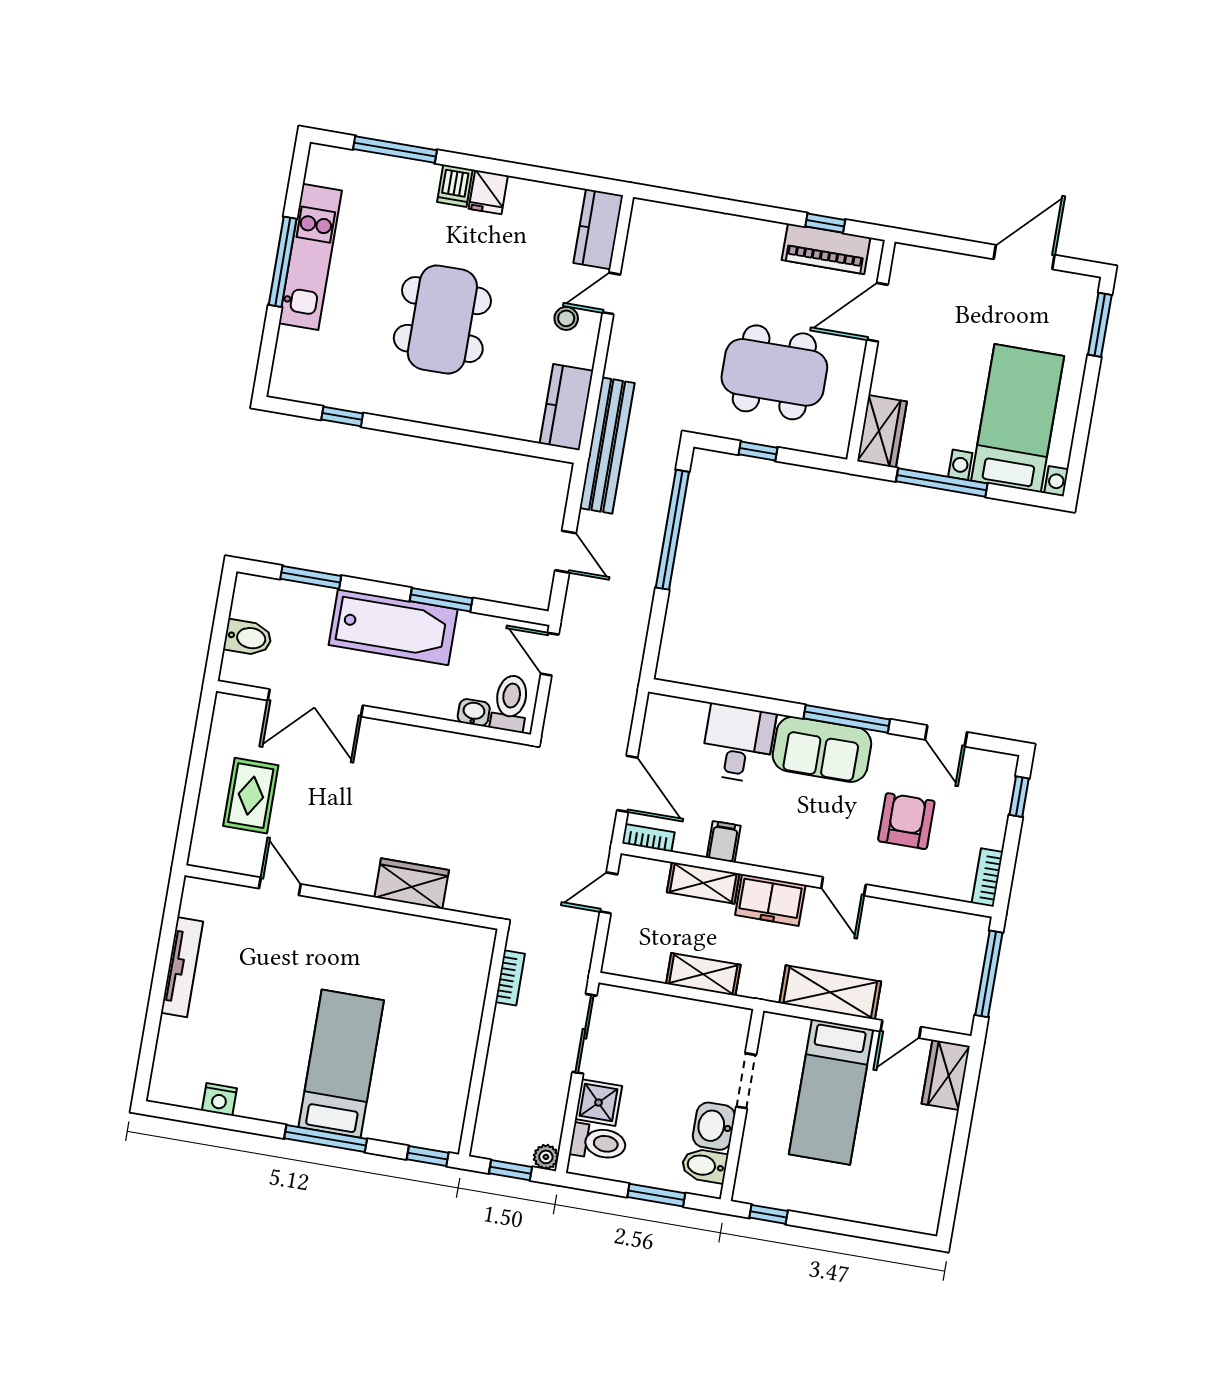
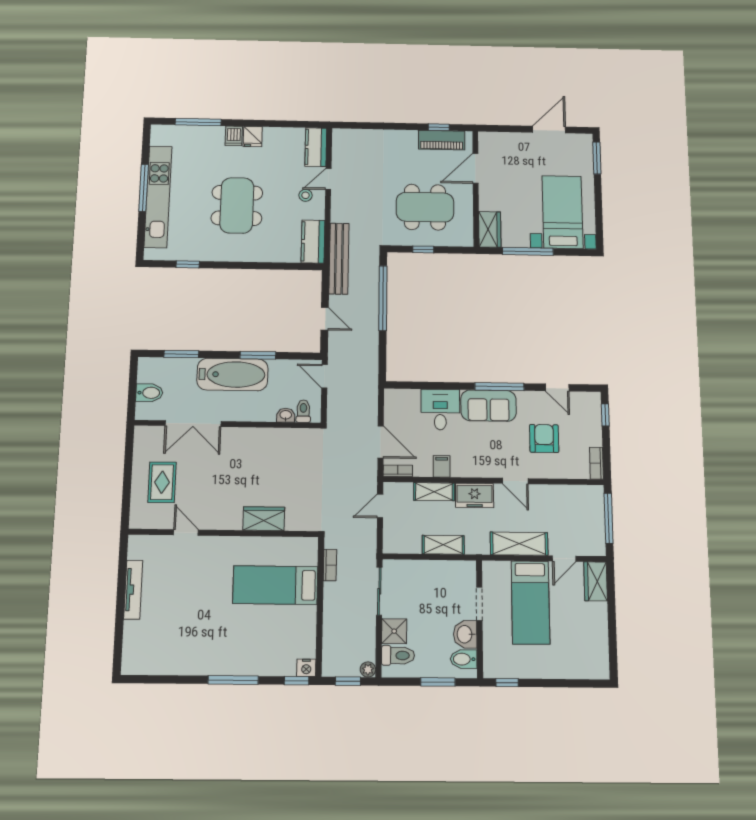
kitchen unit: (310, 257) -> (158, 197), width x1.36
toilet: (510, 703) -> (303, 411), width x0.73, depth x0.72
bed: (341, 1064) -> (275, 585), moved, turned -90
nightstand: (219, 1099) -> (306, 668), moved

